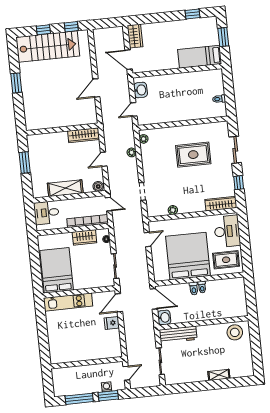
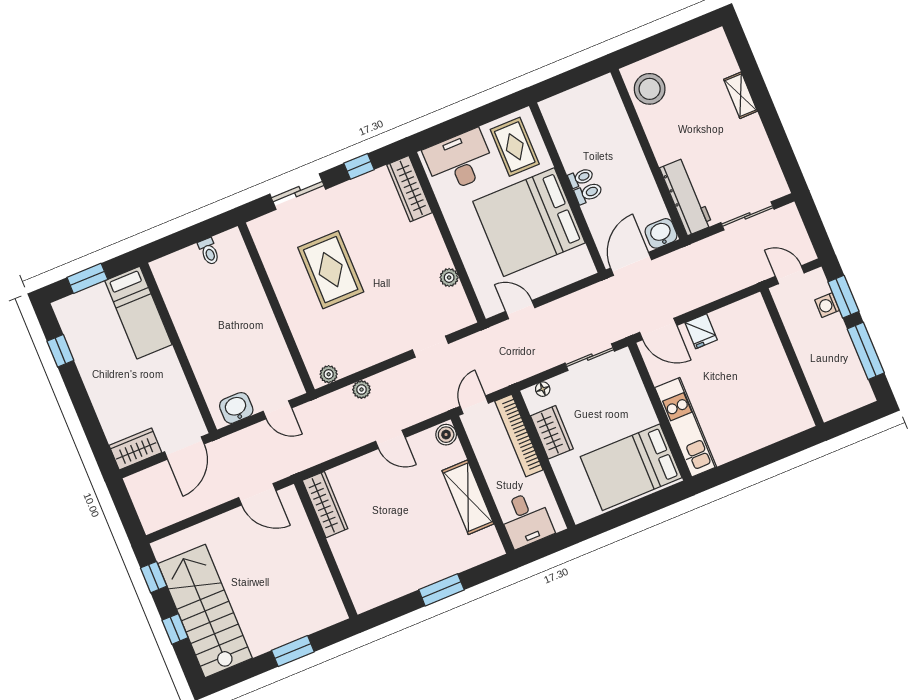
wall: (62, 129) -> (326, 549), moved
wardrobe: (84, 135) -> (325, 505), moved

